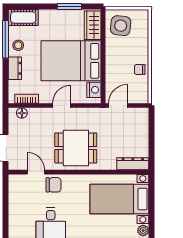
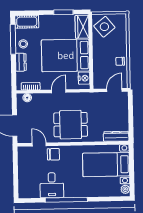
side table: (121, 26) -> (104, 27), turned 45
door: (118, 106) -> (114, 90), moved

